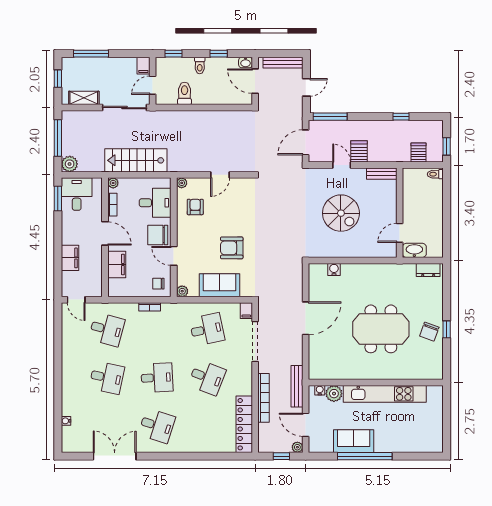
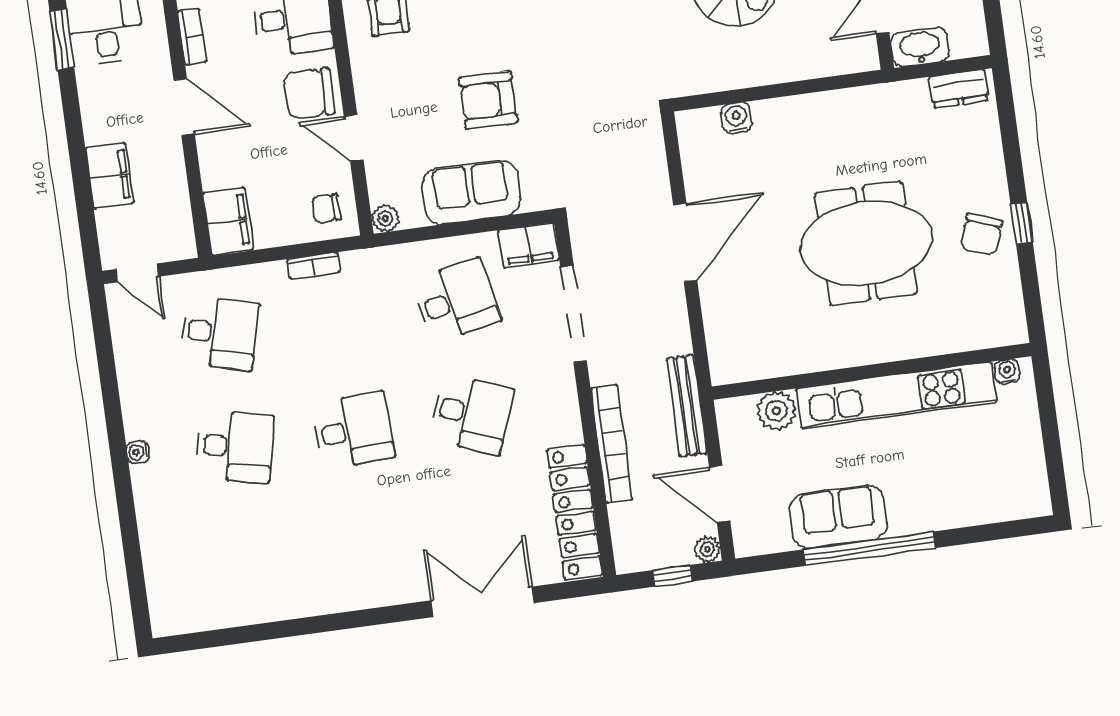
filing cabinet: (117, 265) -> (228, 221), moved
filing cabinet: (246, 311) -> (529, 245), width x2.00
water cooler: (320, 390) -> (1007, 371), moved
water cooler: (66, 421) -> (138, 452), moved
desk: (157, 426) -> (369, 544), removed
double door: (115, 456) -> (482, 602), moved

